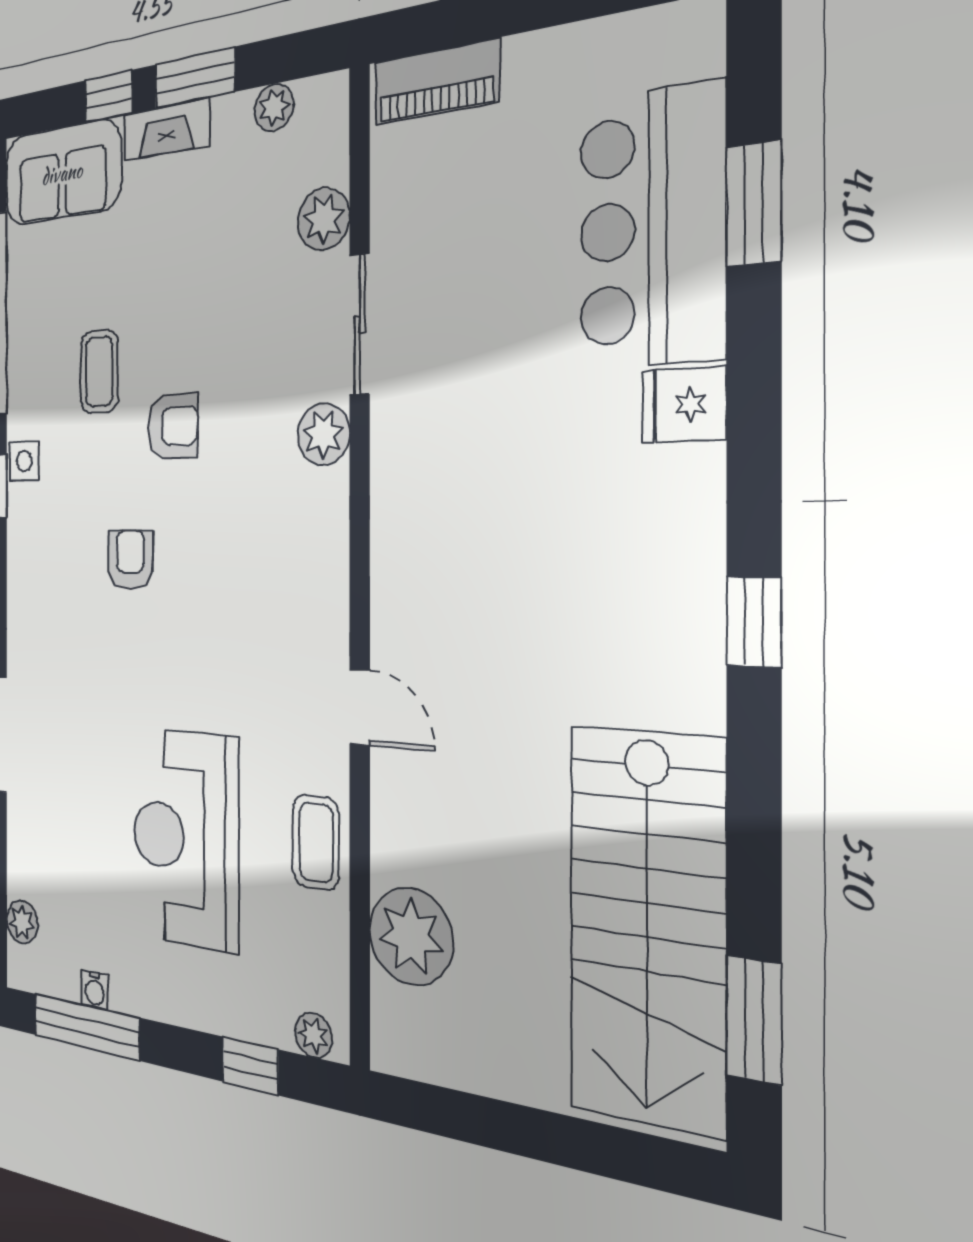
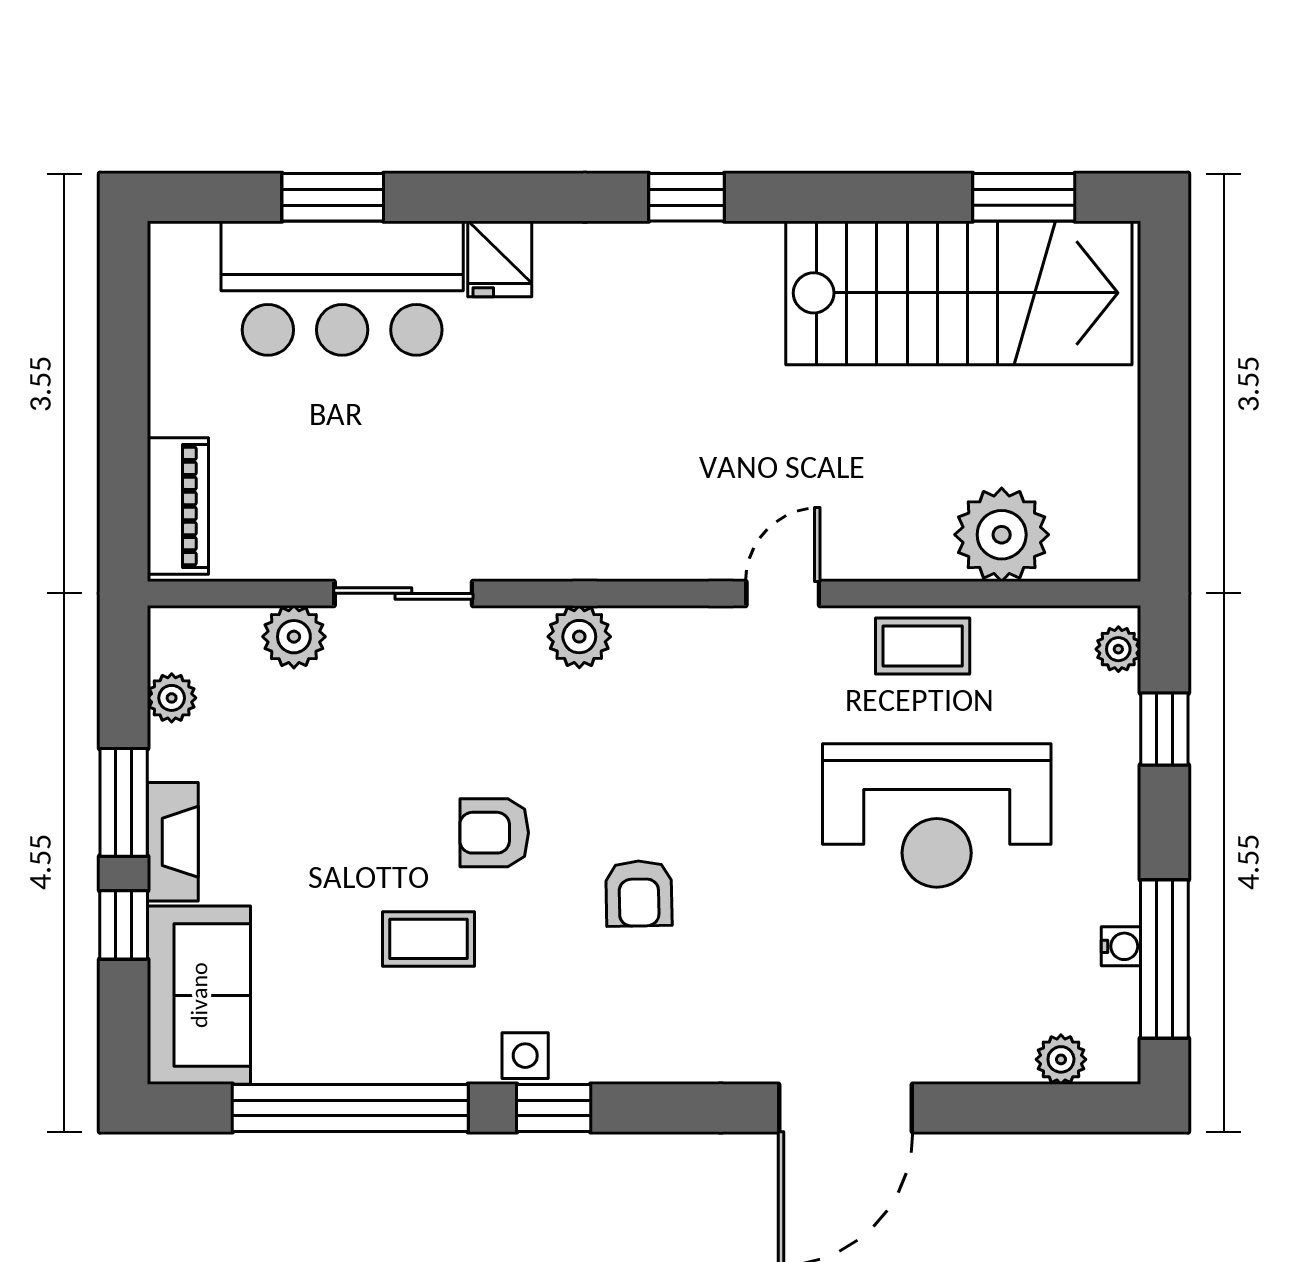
armchair: (173, 426) -> (494, 833), turned -90
plant: (323, 434) -> (579, 637), moved
armchair: (130, 560) -> (639, 893), turned -91

